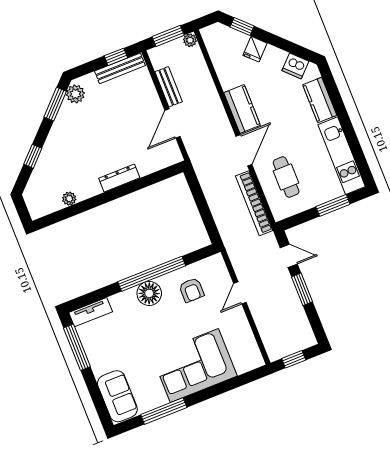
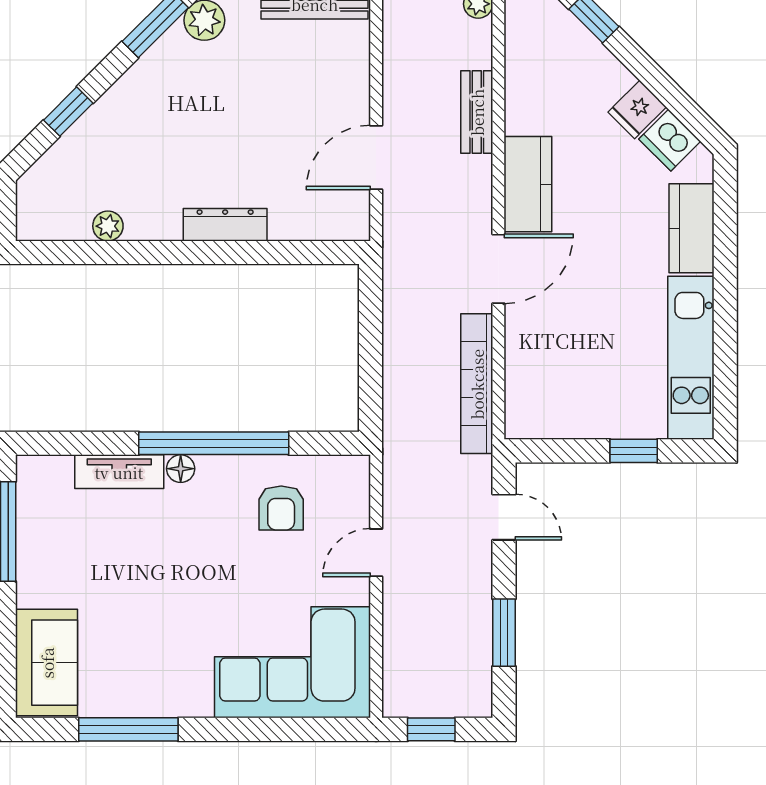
fridge: (255, 49) -> (637, 109), moved
bench: (169, 87) -> (477, 112), moved
cafe table: (286, 177) -> (562, 356), removed
window: (333, 205) -> (634, 451), width x0.67
window: (302, 289) -> (504, 633), moved
floor lamp: (149, 293) -> (181, 469), width x0.53, depth x0.53
tv unit: (91, 312) -> (119, 472), moved
corner sofa: (194, 365) -> (293, 662), moved

